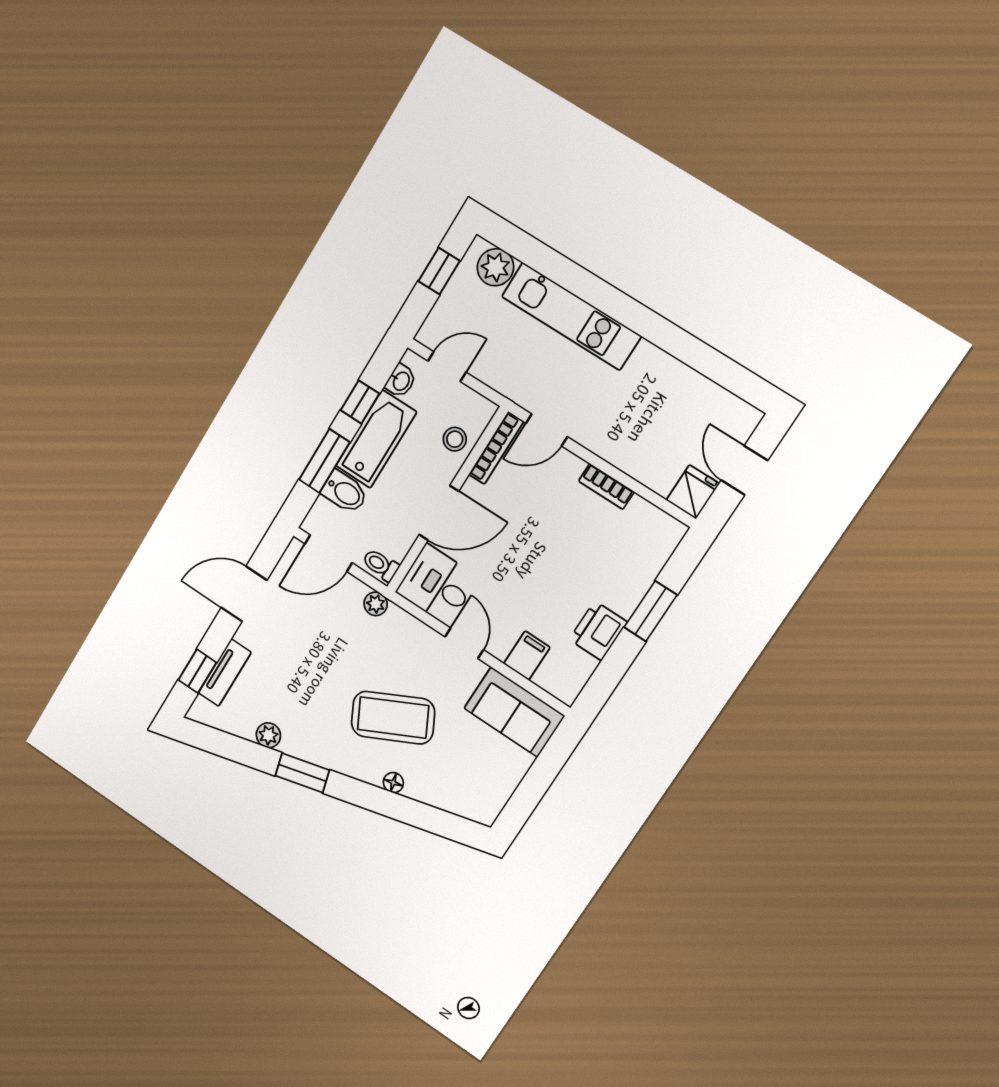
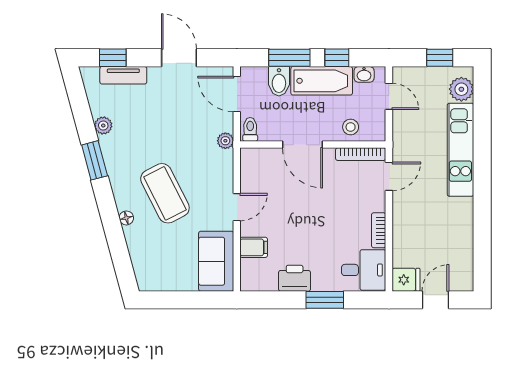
door: (547, 430) -> (389, 176), swing flipped
desk: (437, 585) -> (364, 270), moved, turned 90

